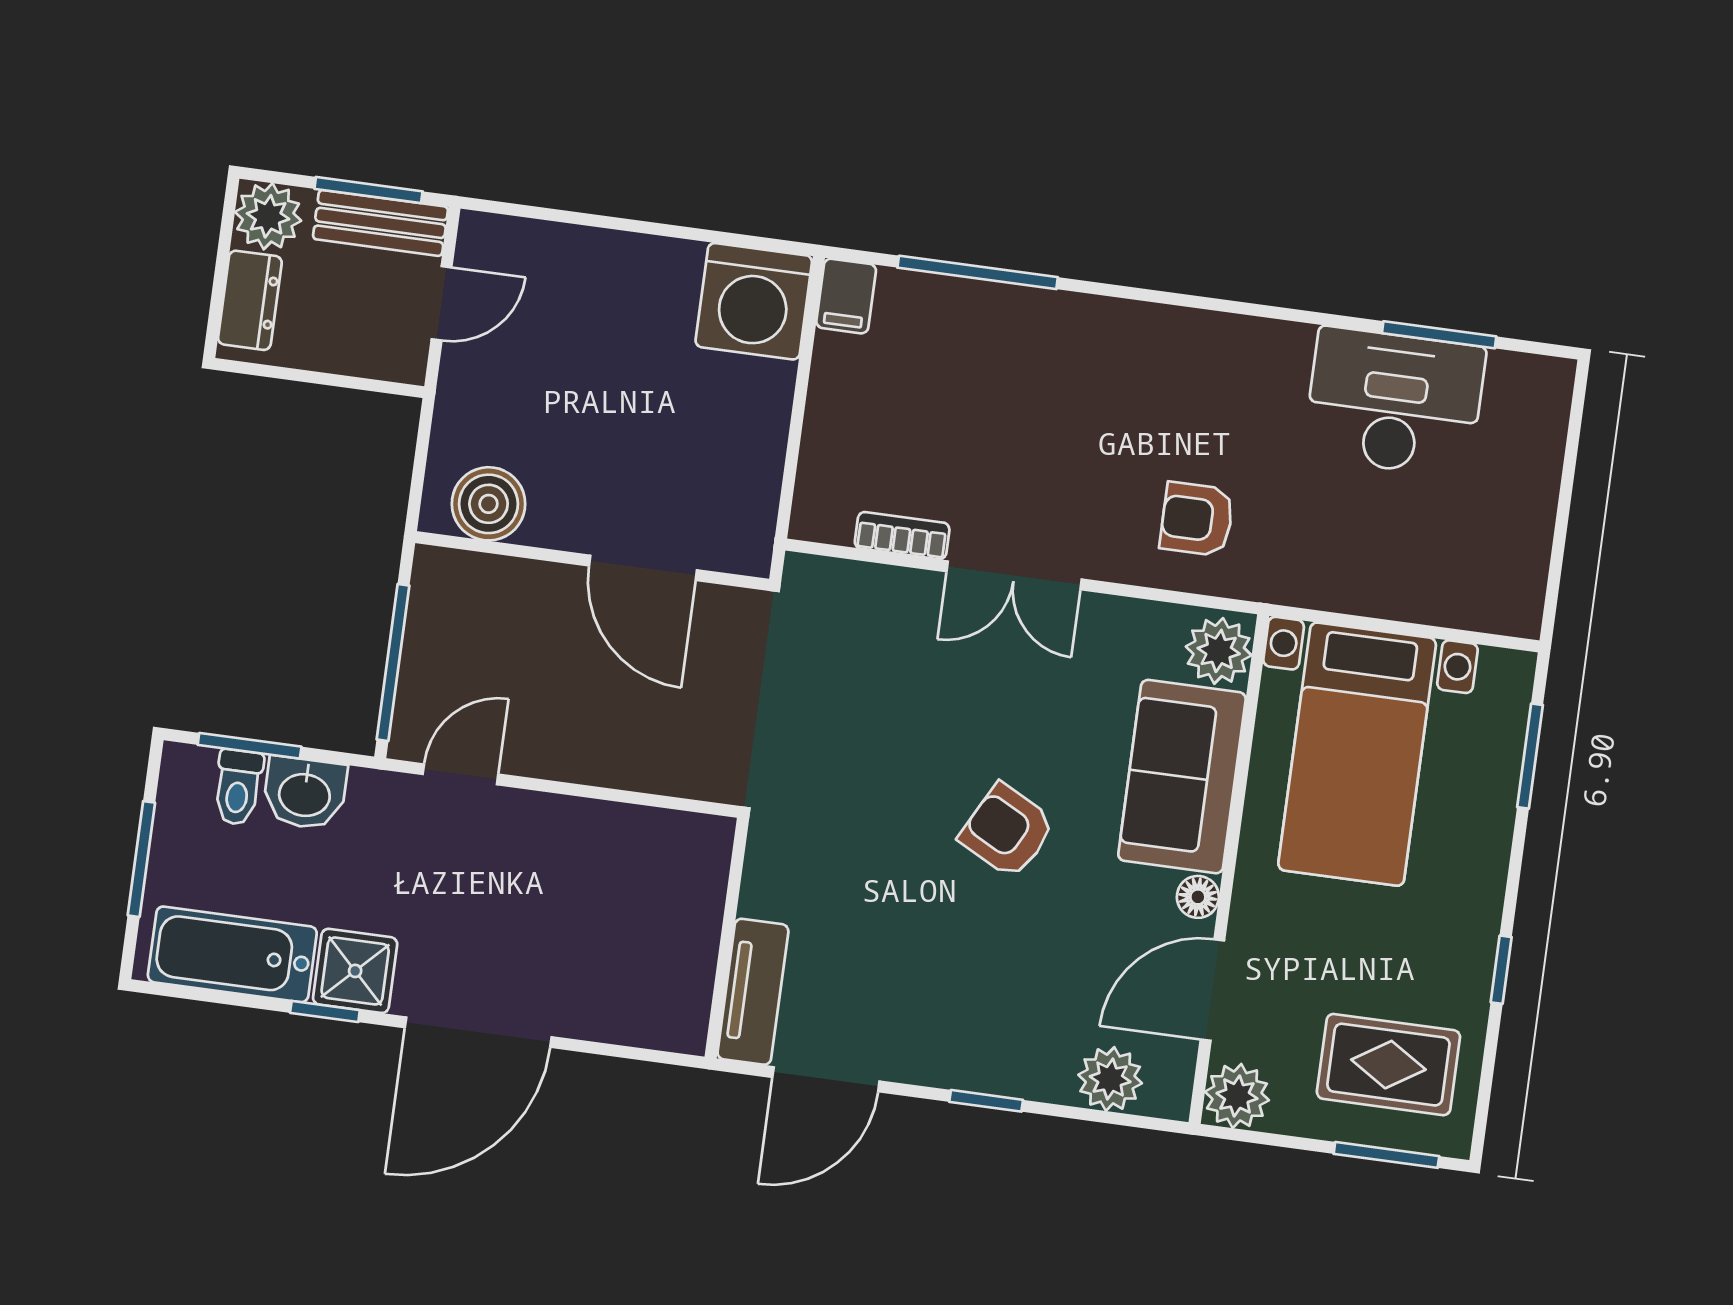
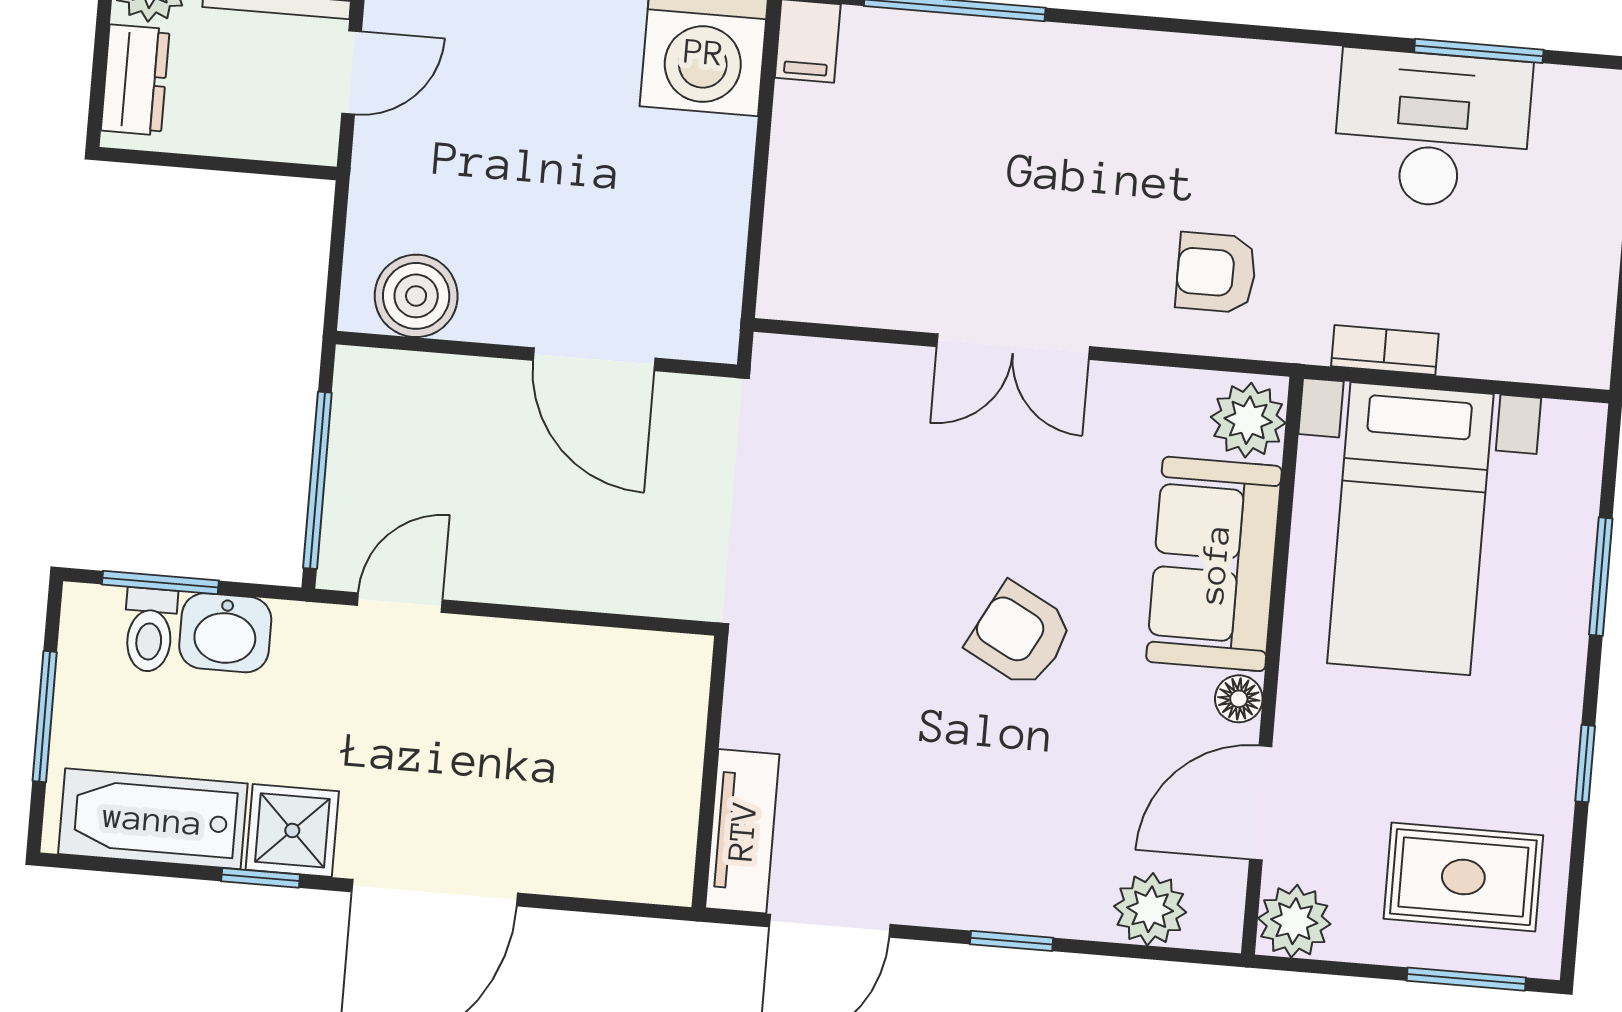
bookcase: (902, 536) -> (1385, 350), moved
window: (1530, 756) -> (1601, 577), moved

